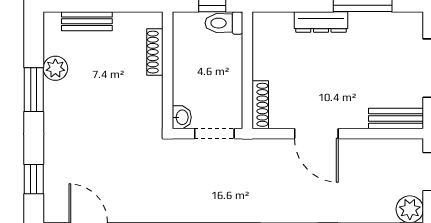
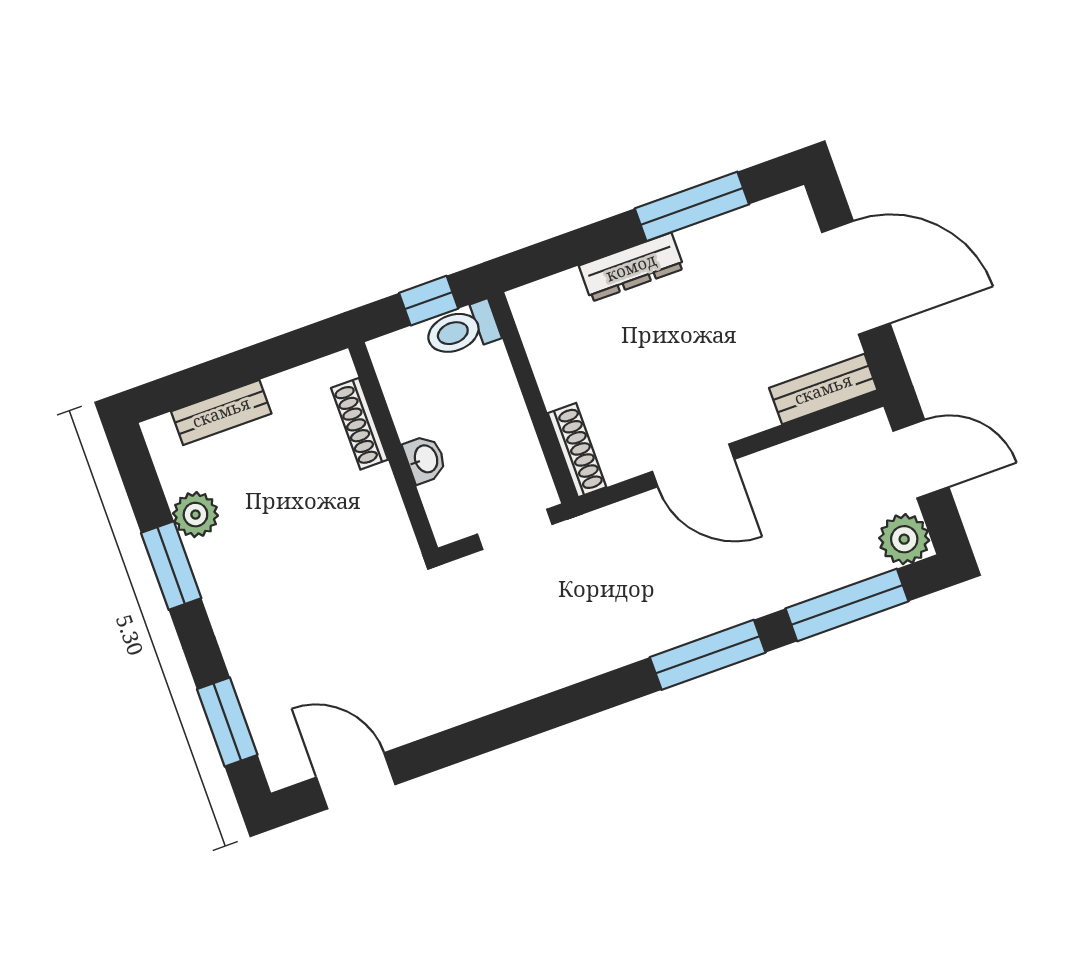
washbasin: (182, 117) -> (425, 459), moved
window: (34, 179) -> (227, 722), width x1.50

